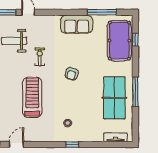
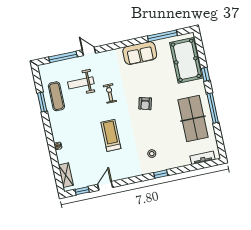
window: (135, 40) -> (206, 74), moved
treadmill: (32, 97) -> (111, 135), width x0.73, depth x0.73

